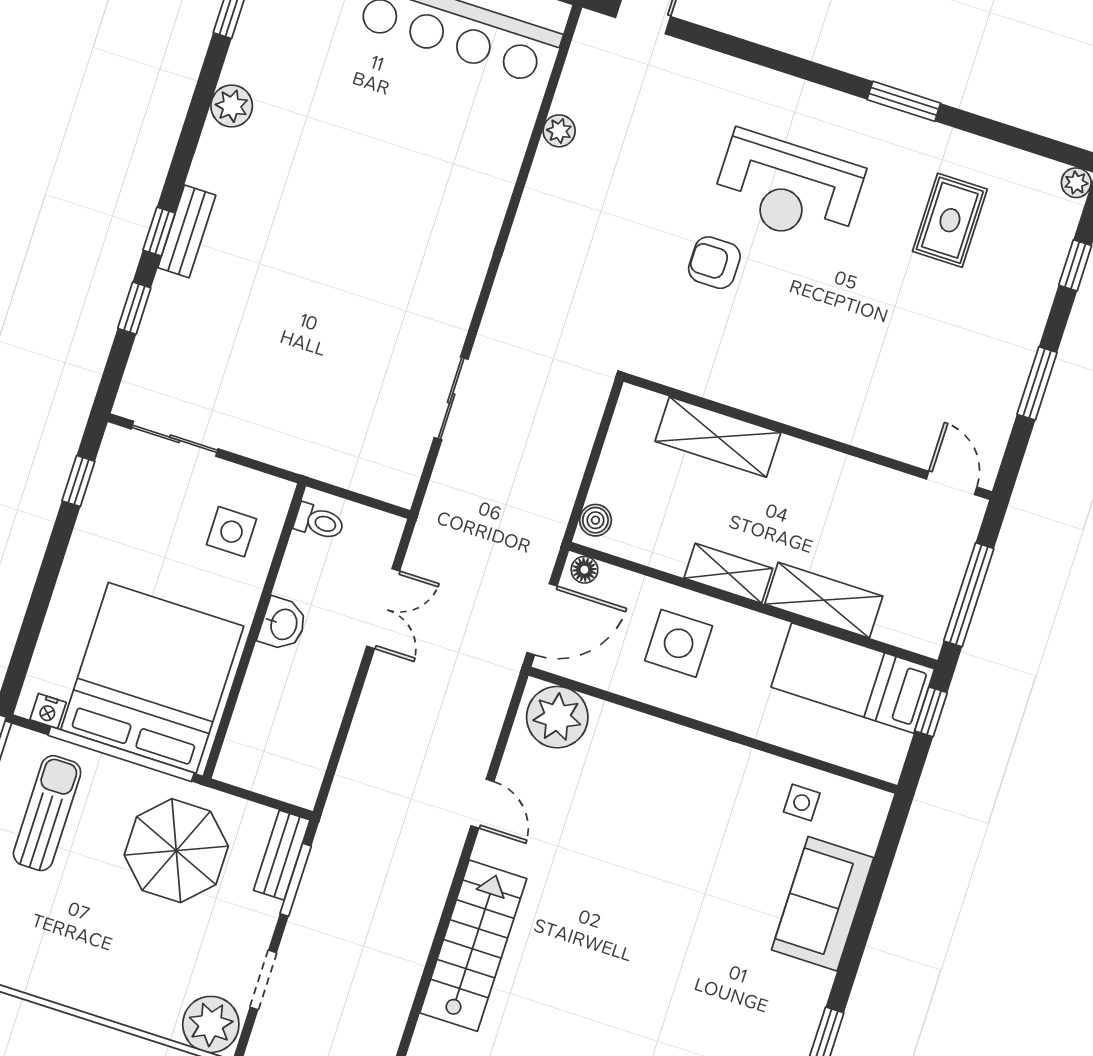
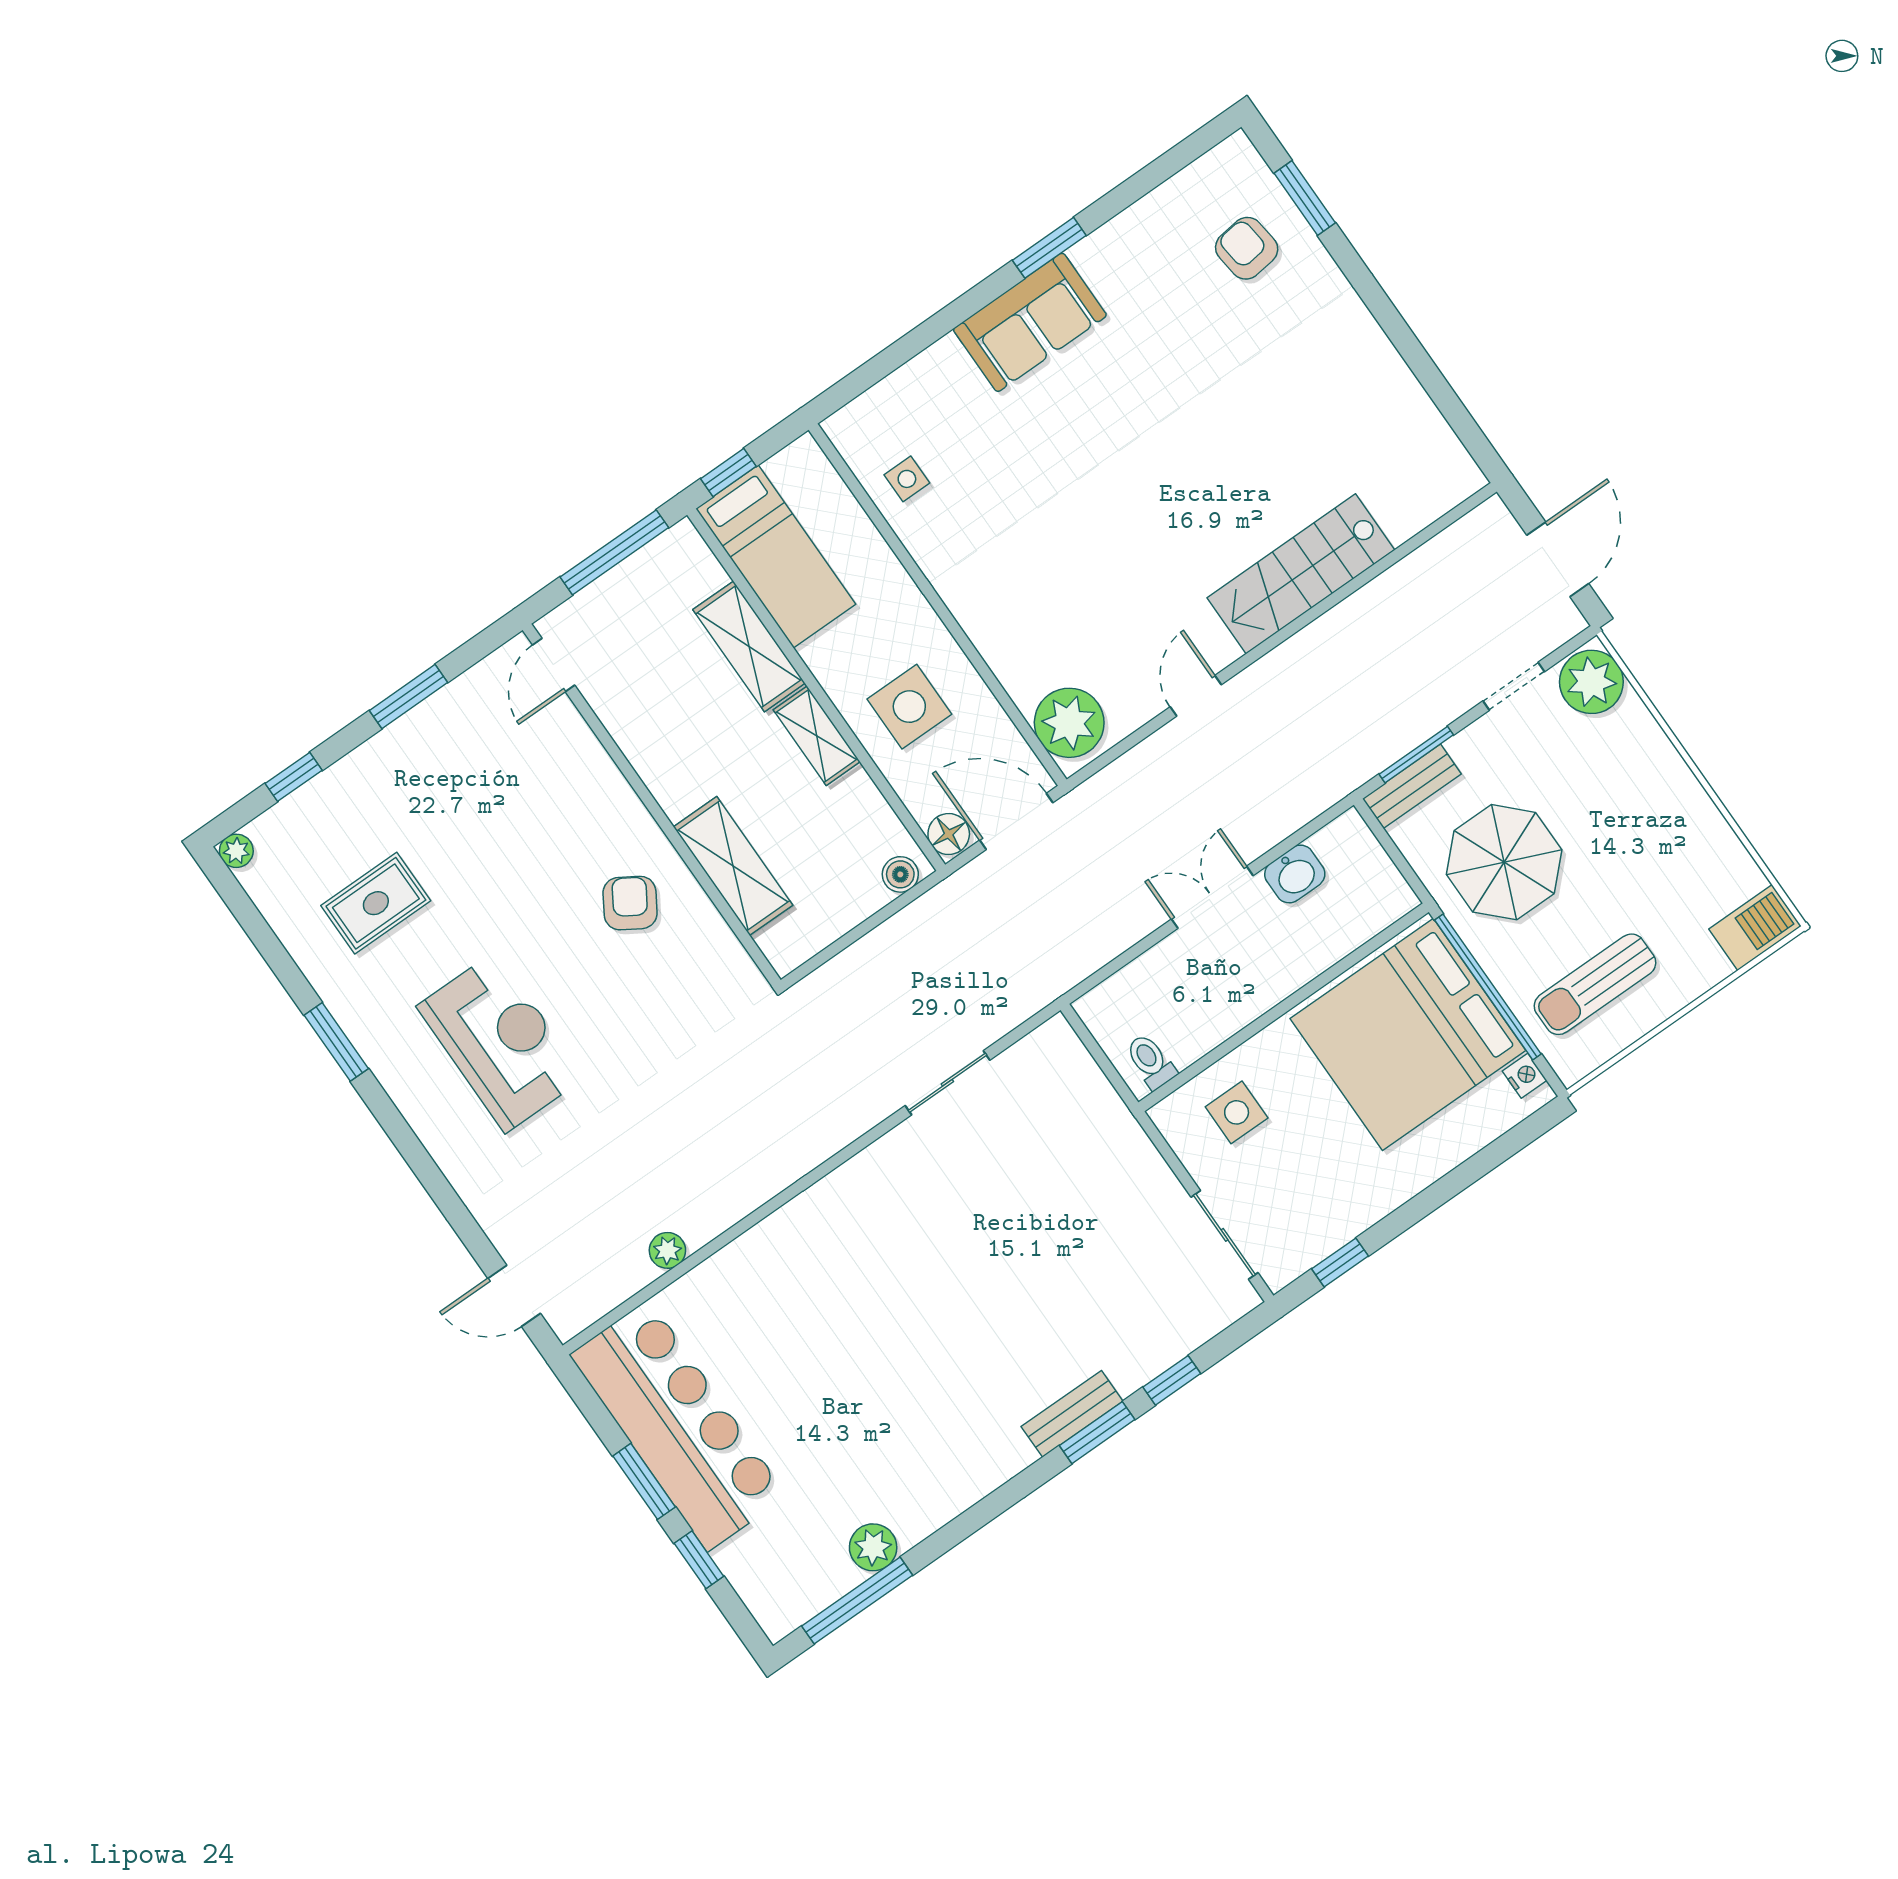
plant: (232, 106) -> (873, 1547), moved
window: (159, 232) -> (1097, 1433), width x1.50
armchair: (714, 263) -> (630, 903), moved, turned -148
floor lamp: (584, 570) -> (949, 834), width x1.37, depth x1.37
double door: (383, 609) -> (1212, 897), moved
washbasin: (283, 624) -> (1295, 874), moved, turned 180
sofa: (823, 904) -> (1030, 322), moved

